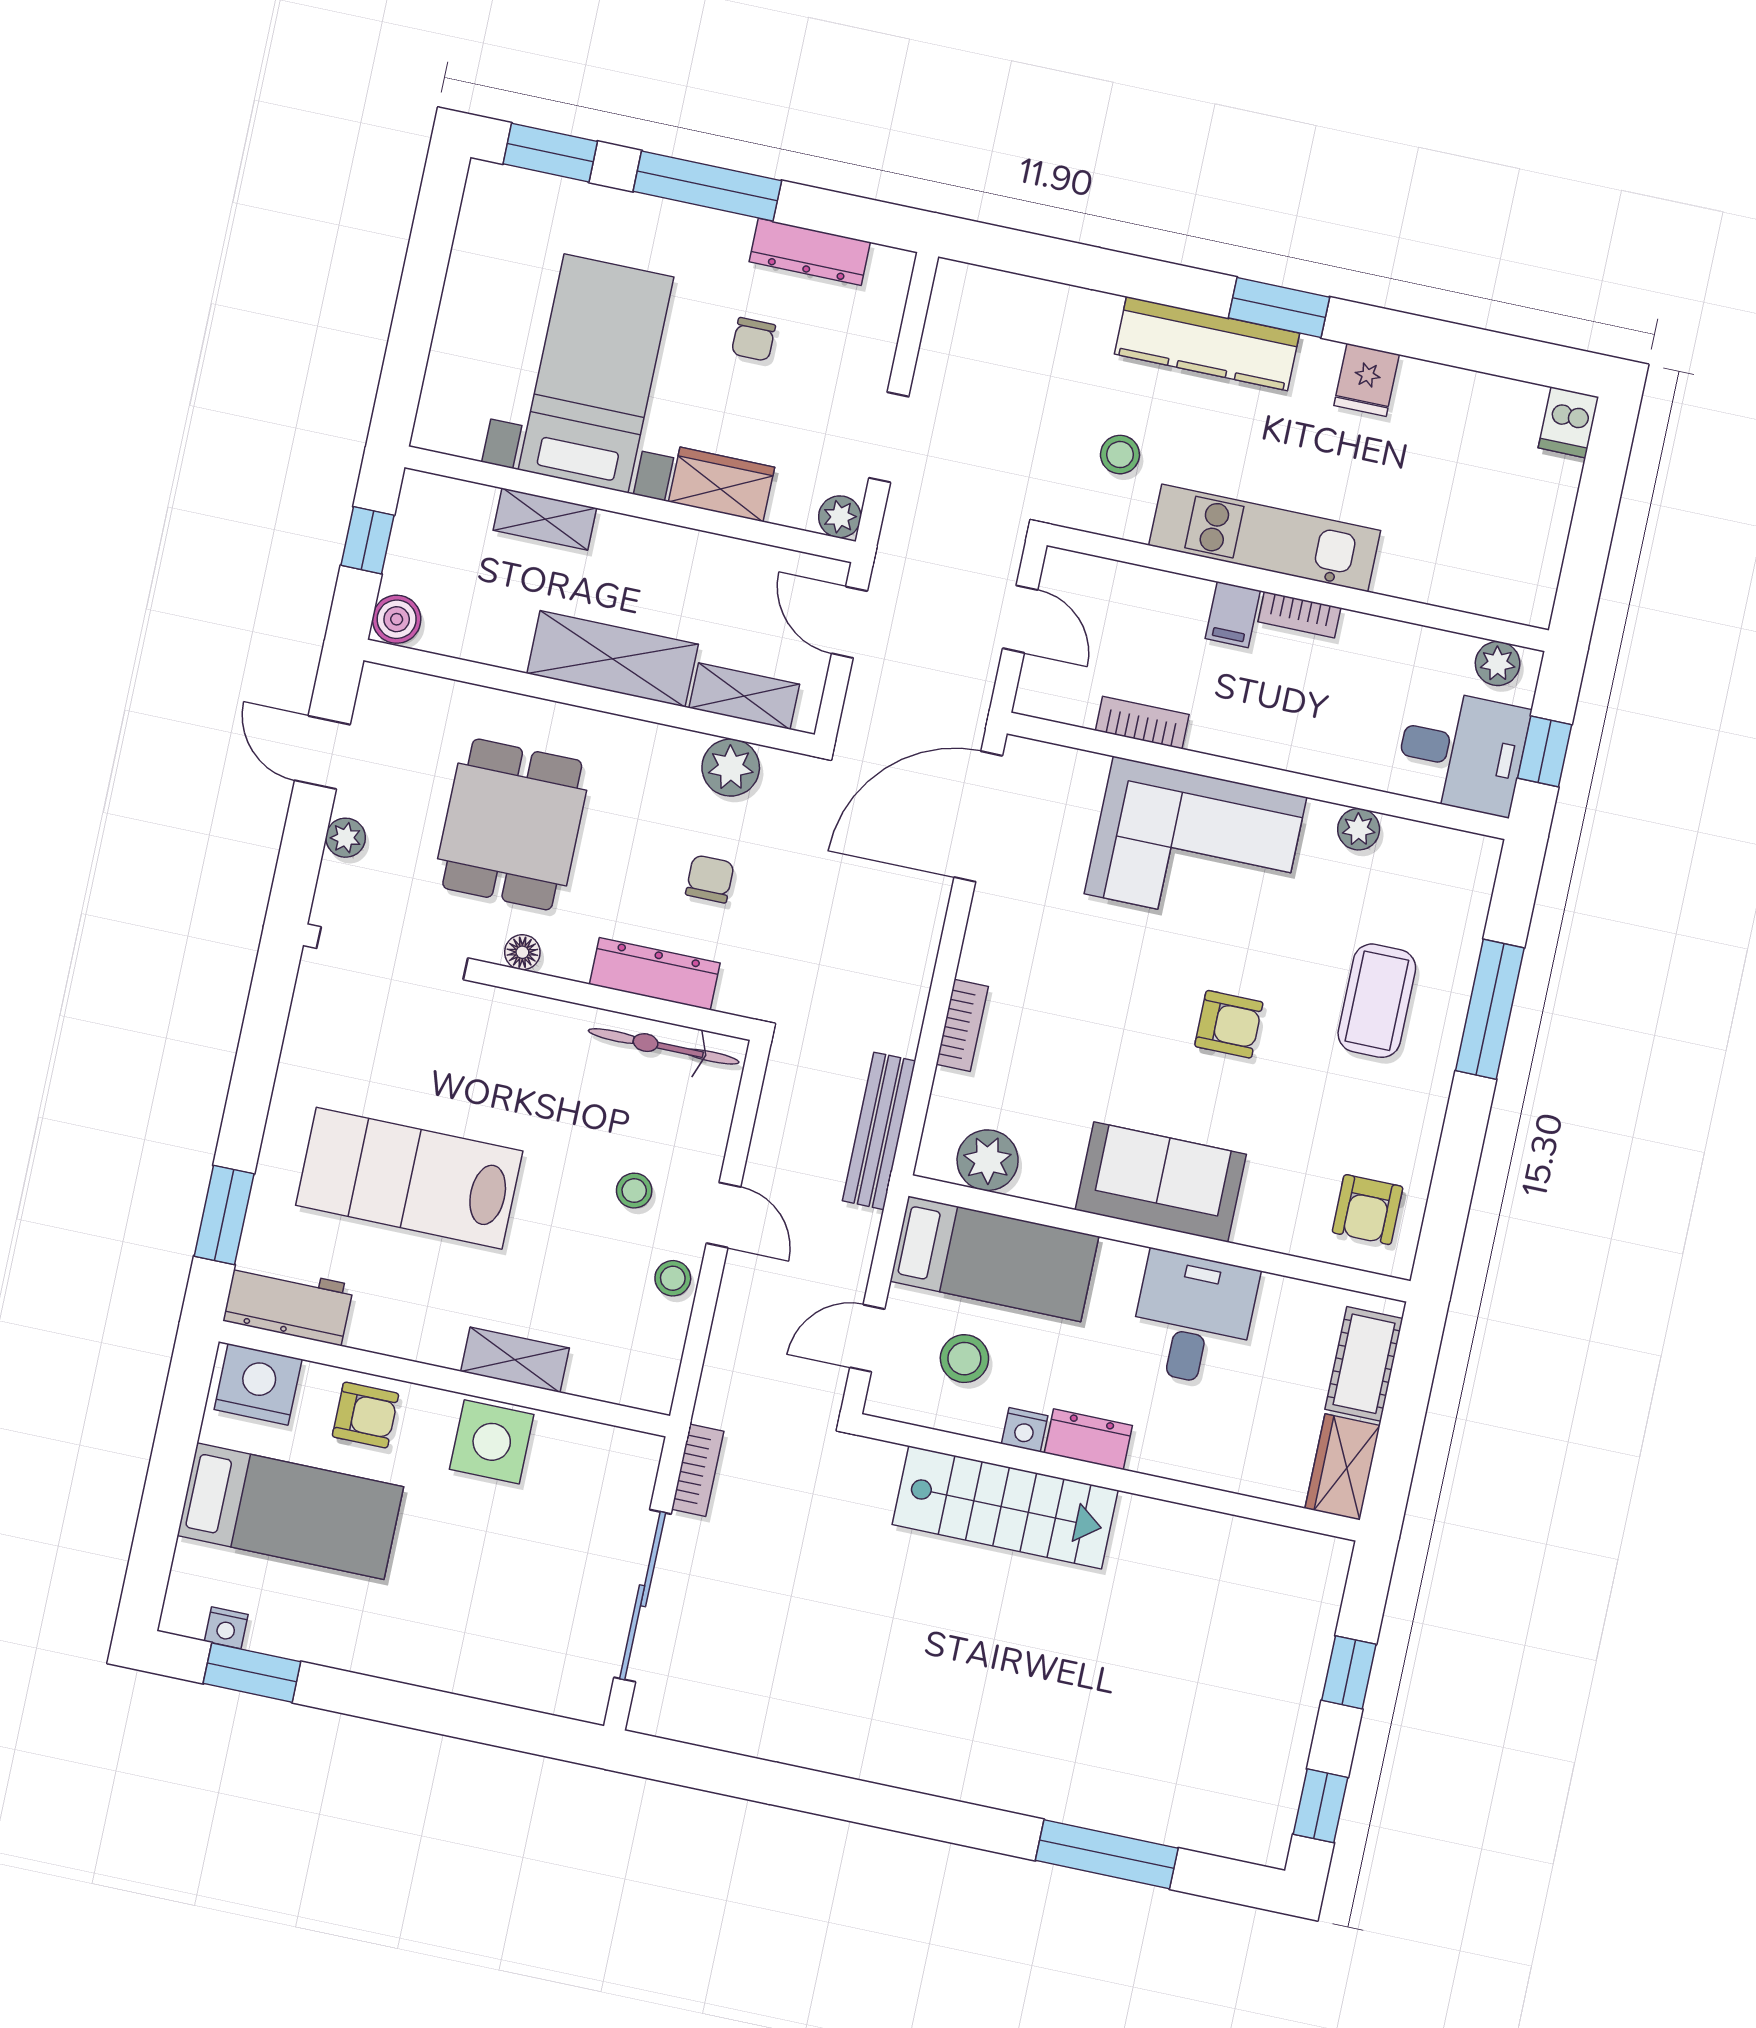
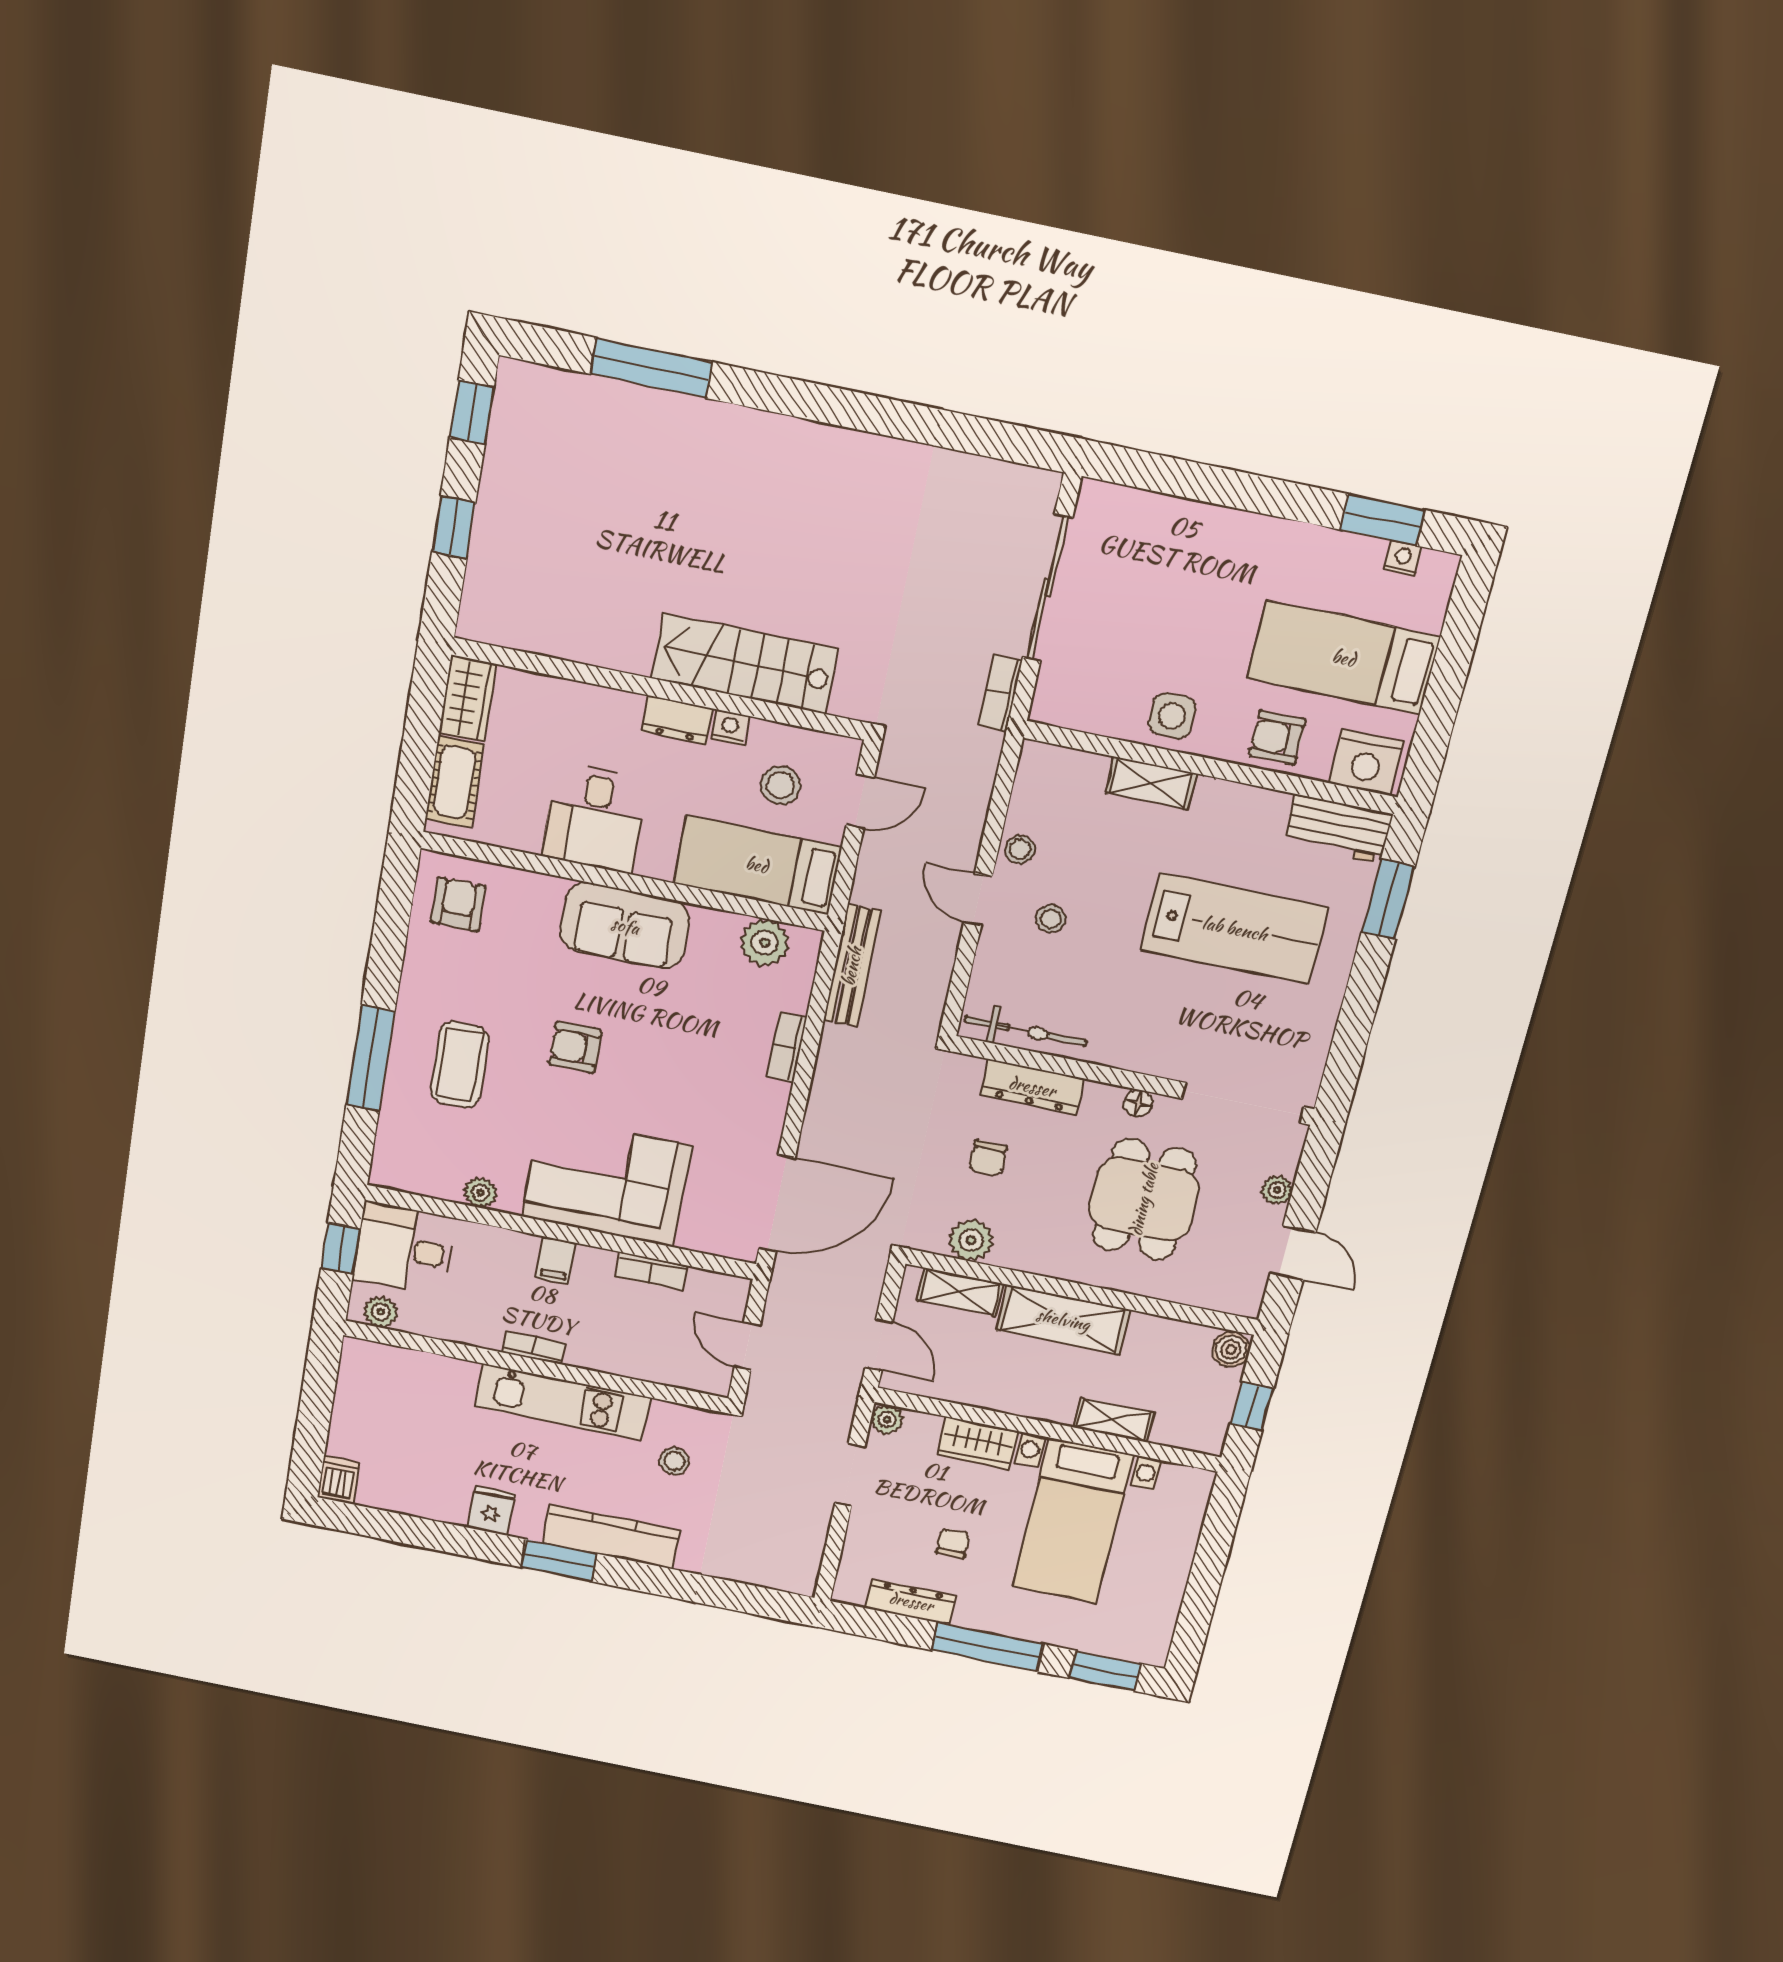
filing cabinet: (1233, 615) -> (556, 1260), moved, turned 180
side table: (492, 1442) -> (1172, 716), width x0.73, depth x0.73

